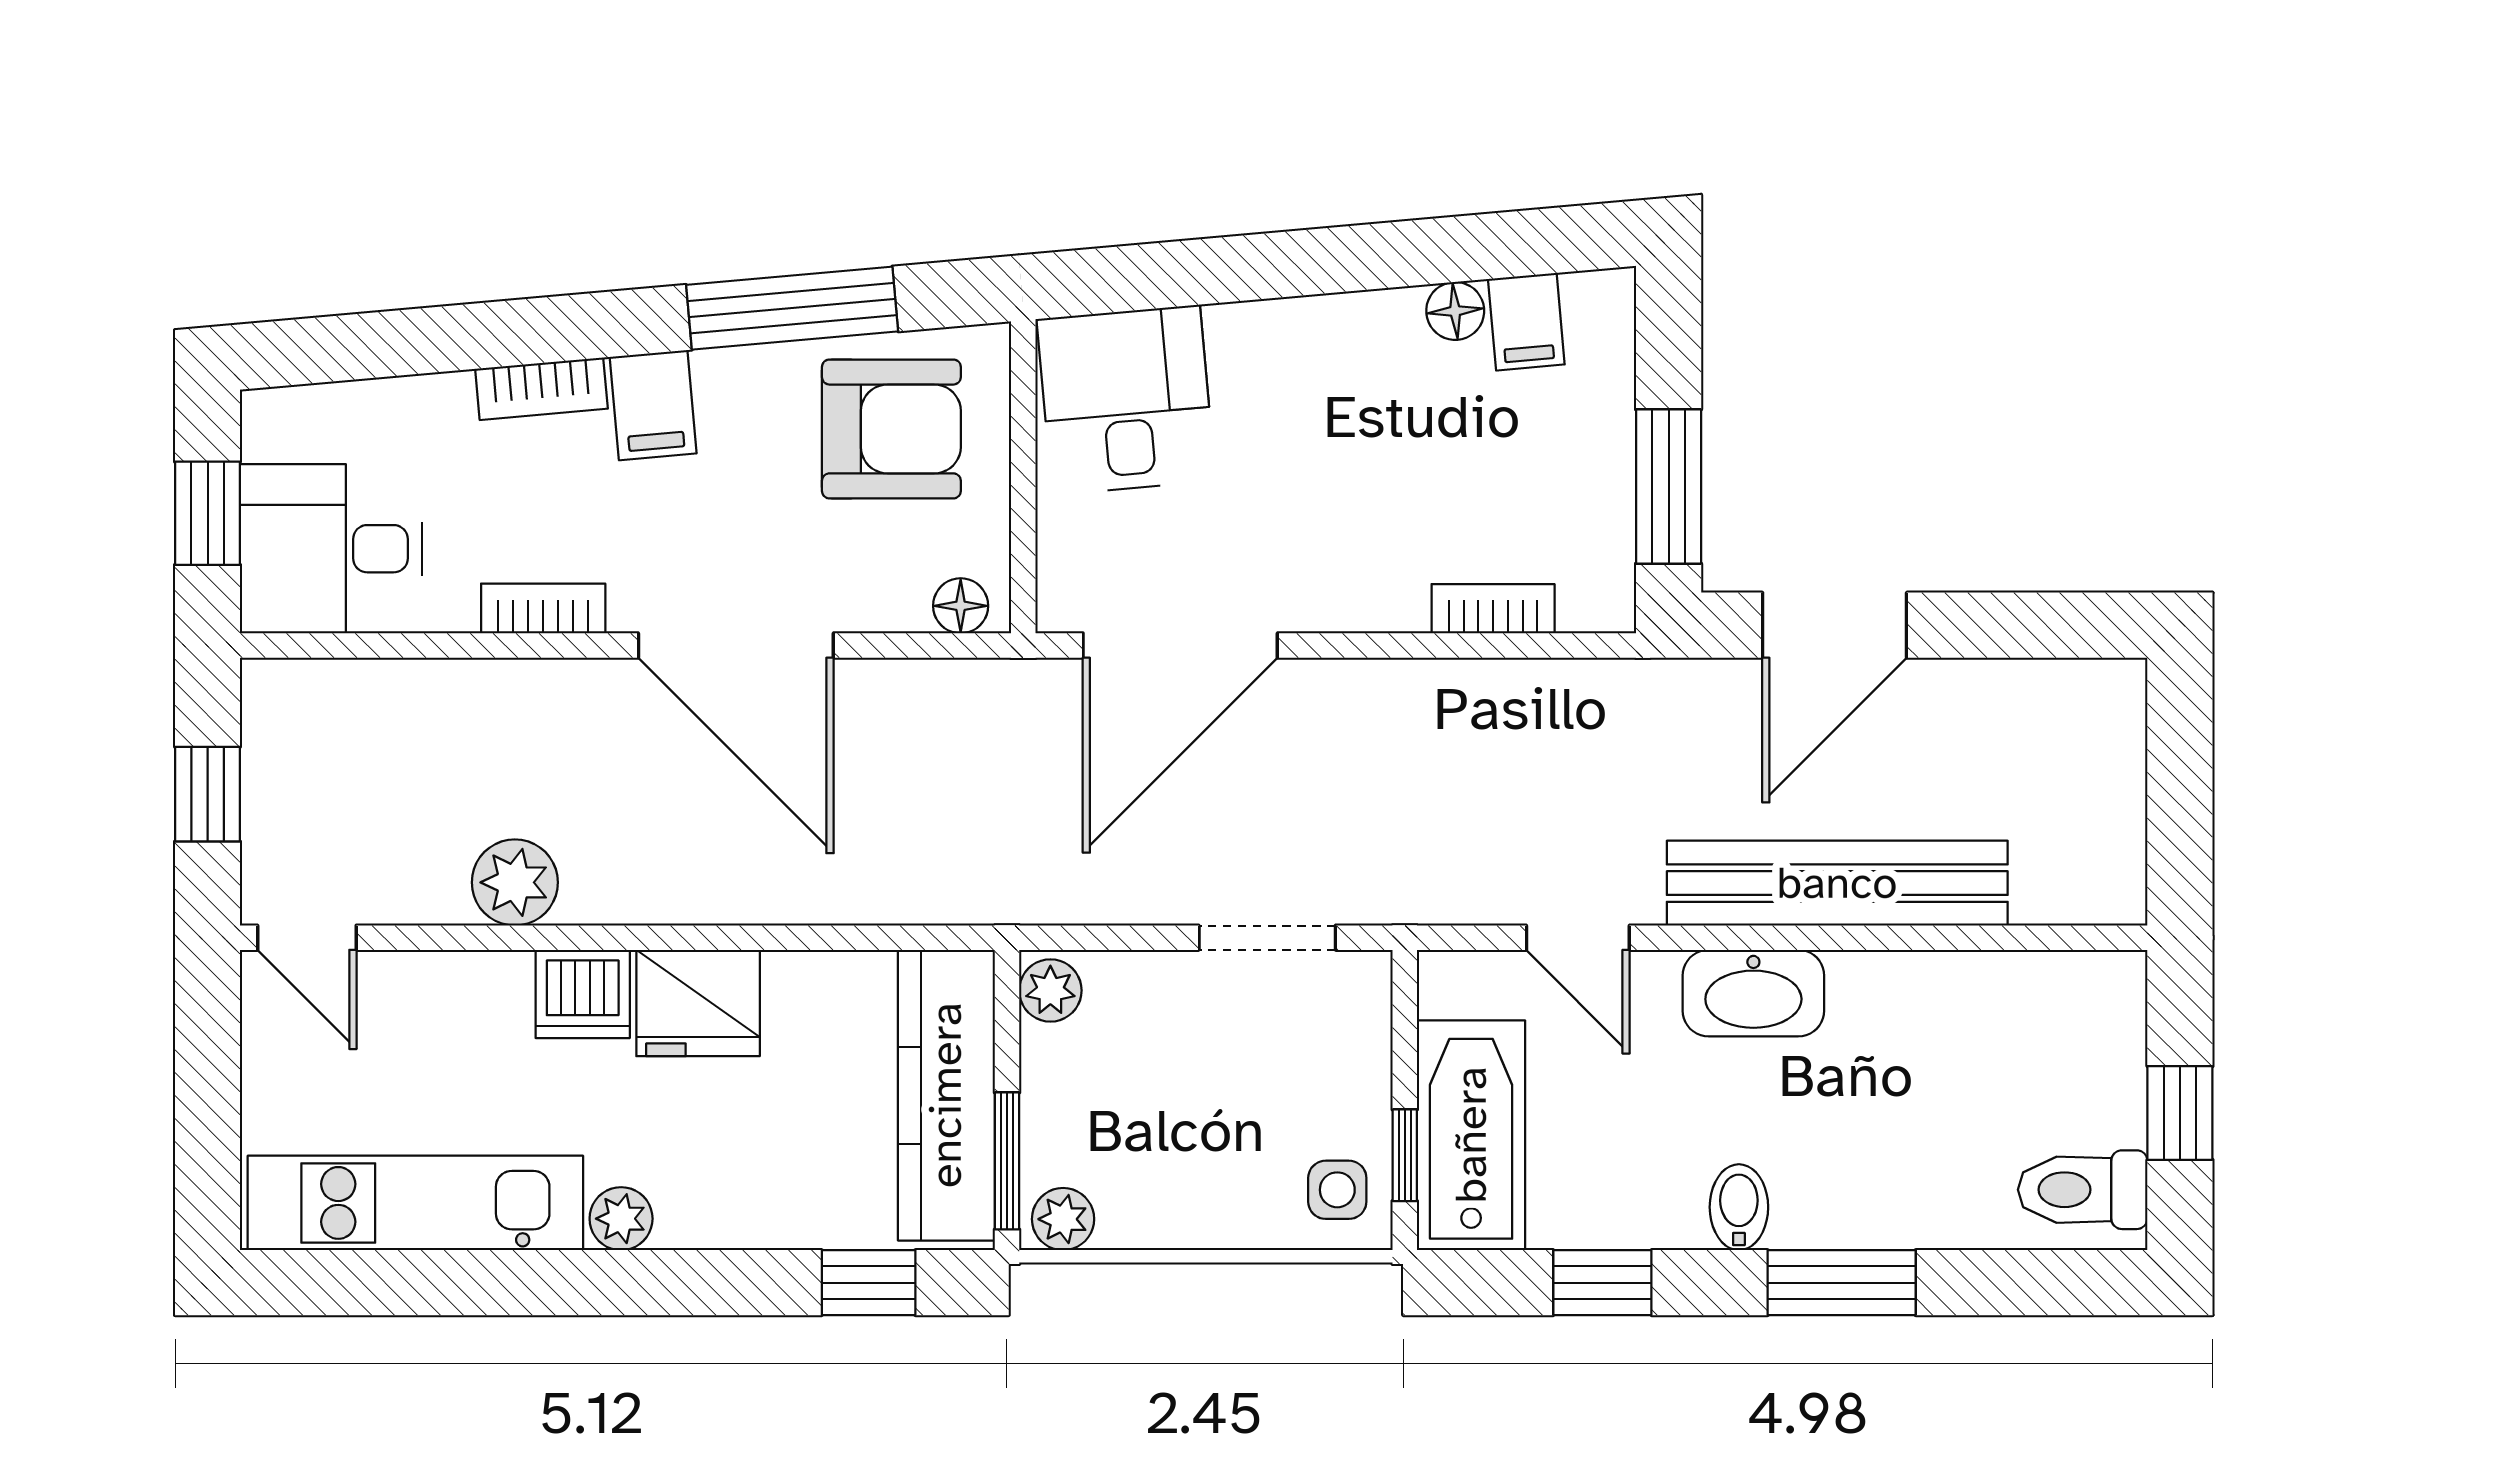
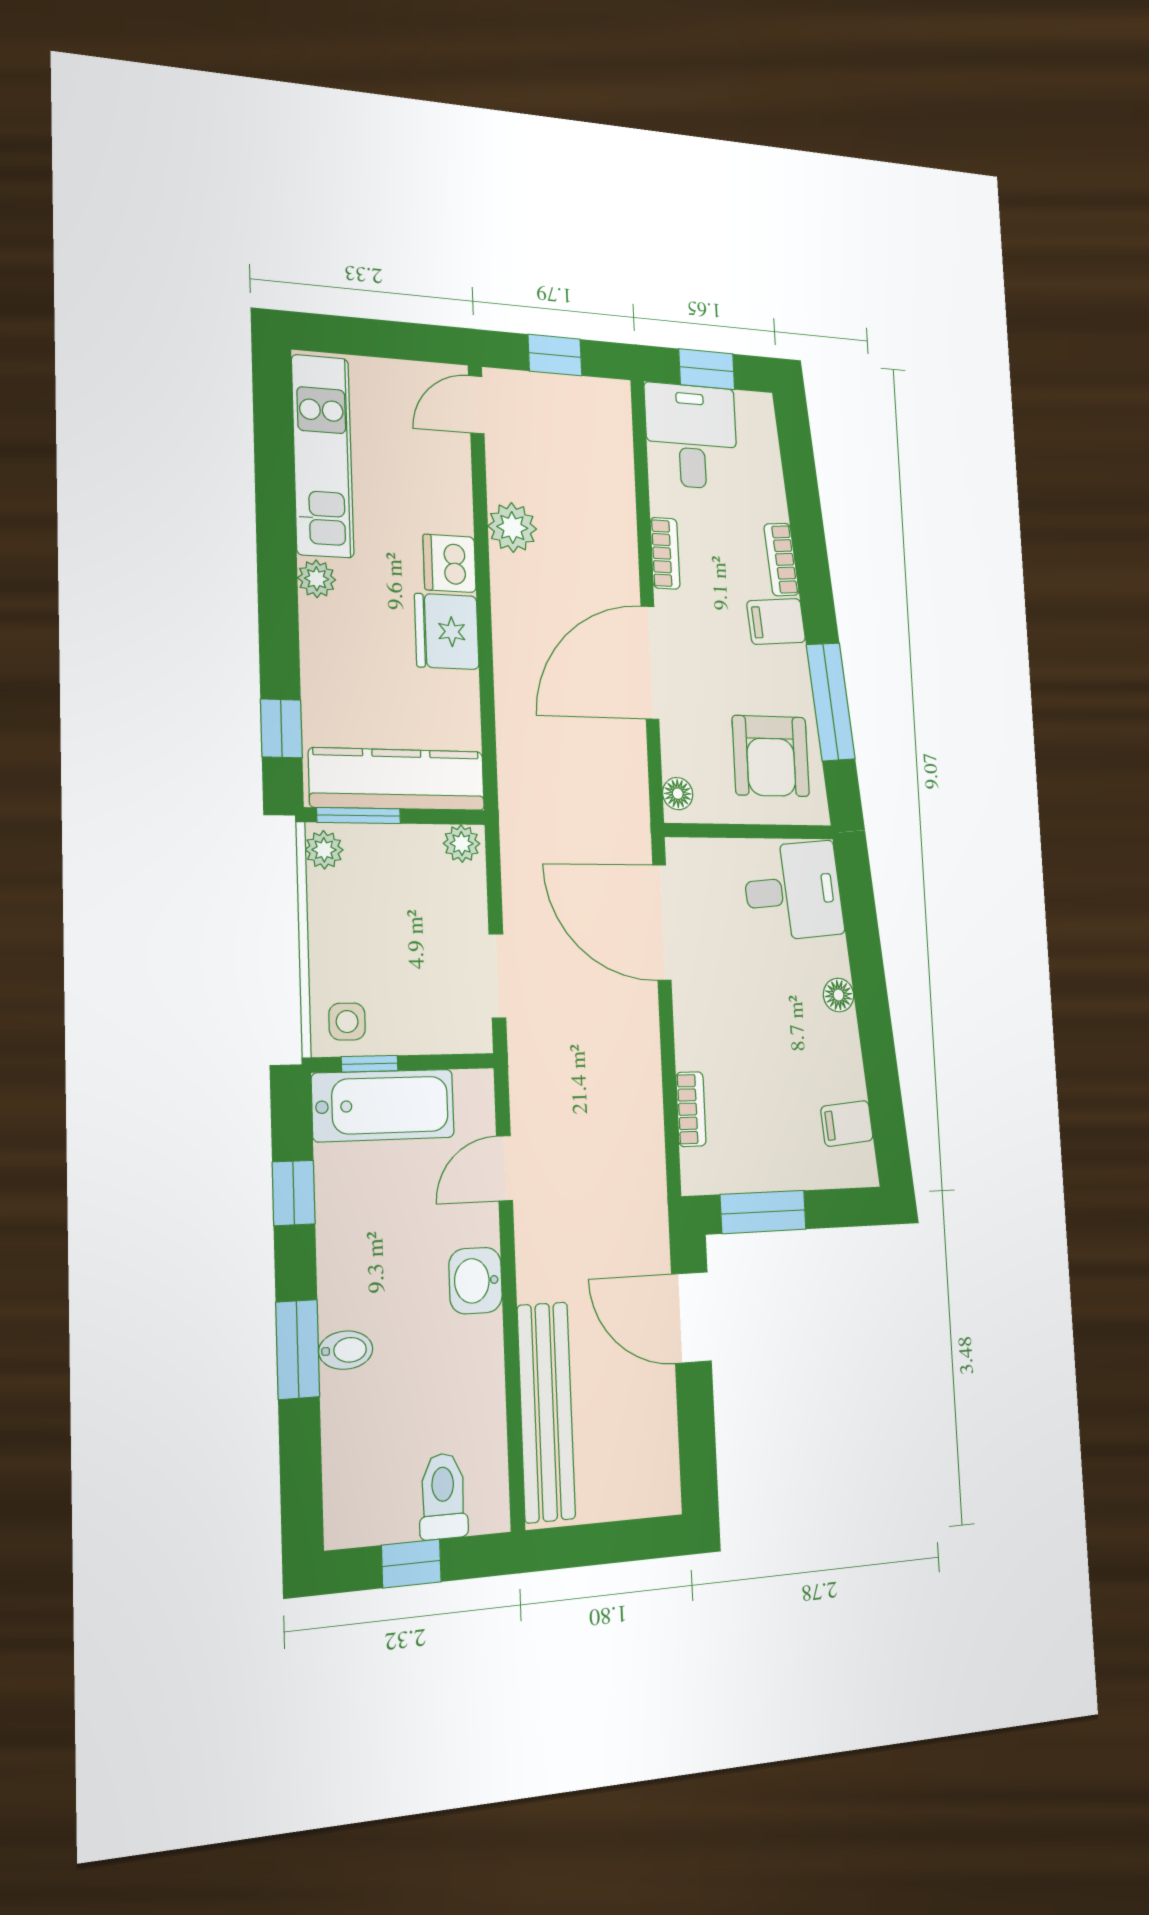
floor lamp: (1455, 311) -> (839, 995), moved
bench: (1837, 883) -> (546, 1412), moved
washbasin: (1753, 993) -> (475, 1281), width x0.72
toilet: (2083, 1190) -> (443, 1496), moved
bidet: (1739, 1207) -> (346, 1350), moved

